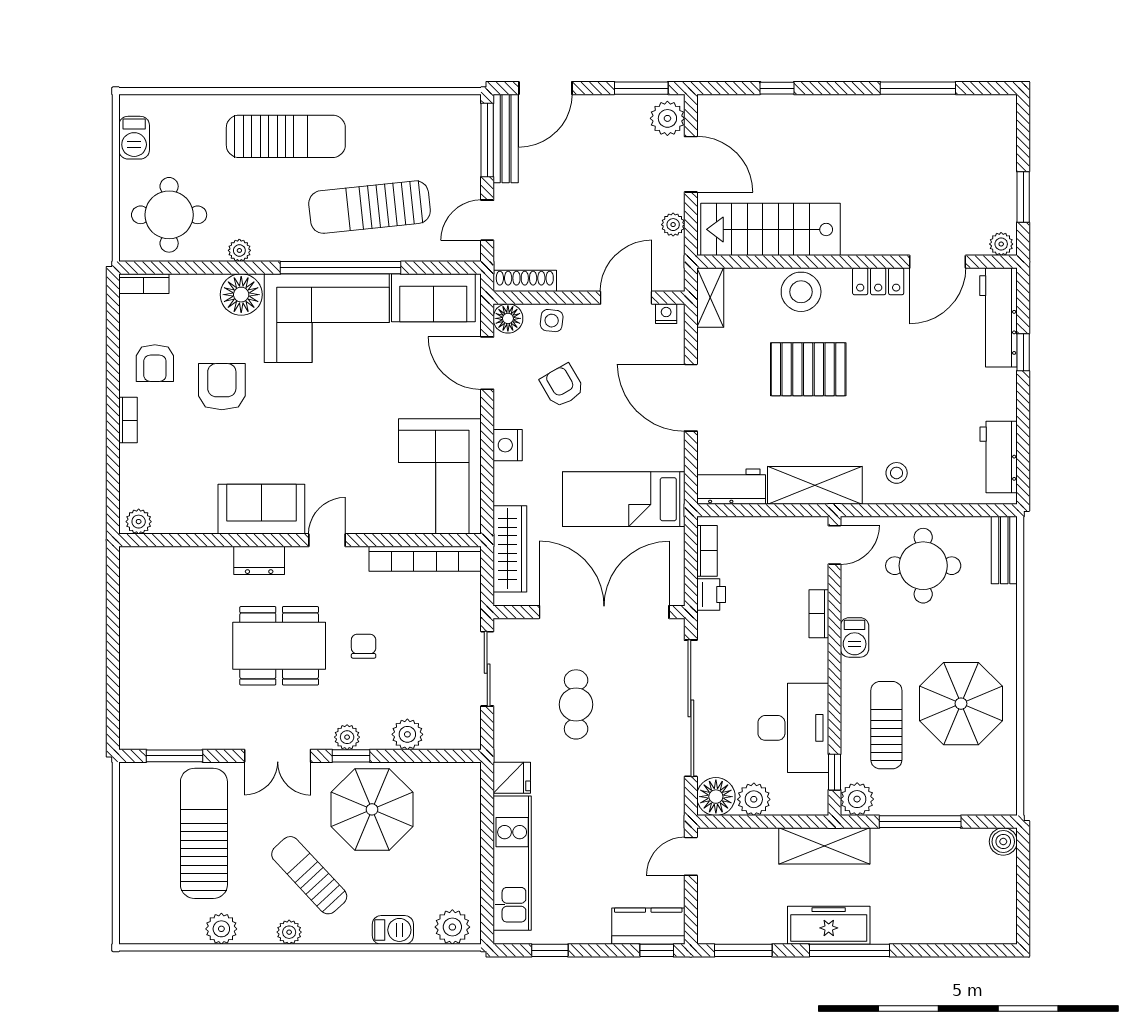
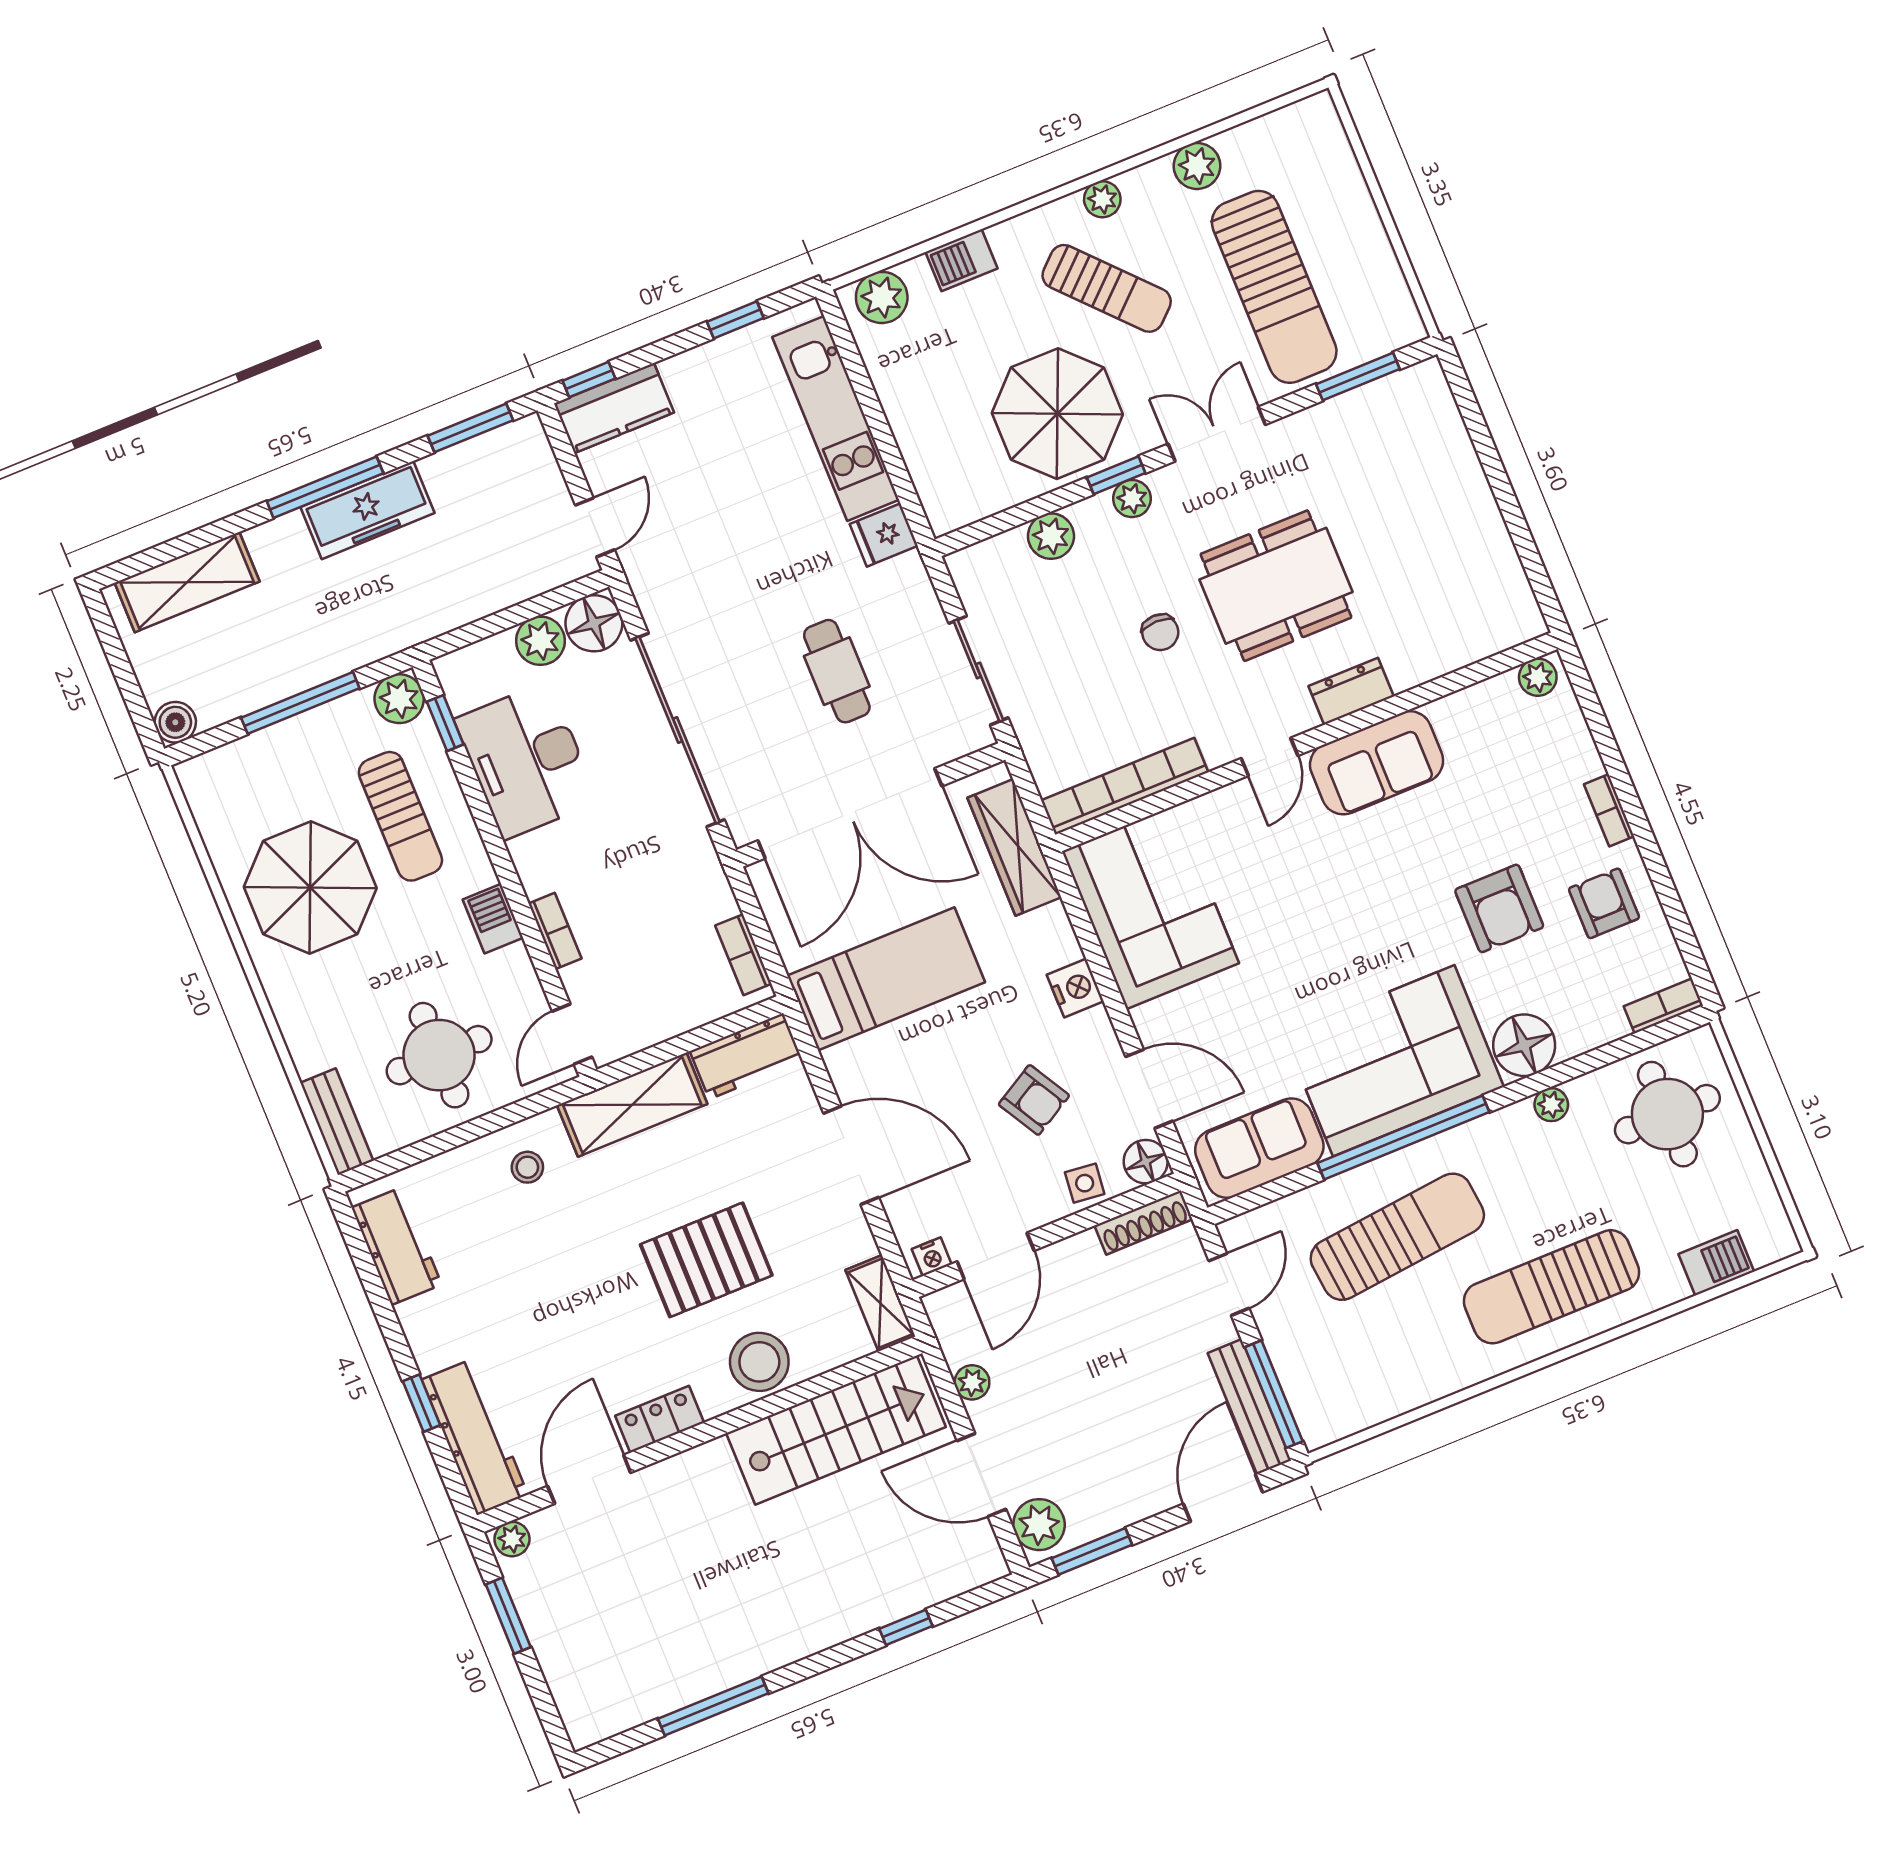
barbecue: (134, 138) -> (1716, 1263), moved, turned 90
printer: (711, 595) -> (713, 897), removed
shelving: (824, 846) -> (187, 582), moved

